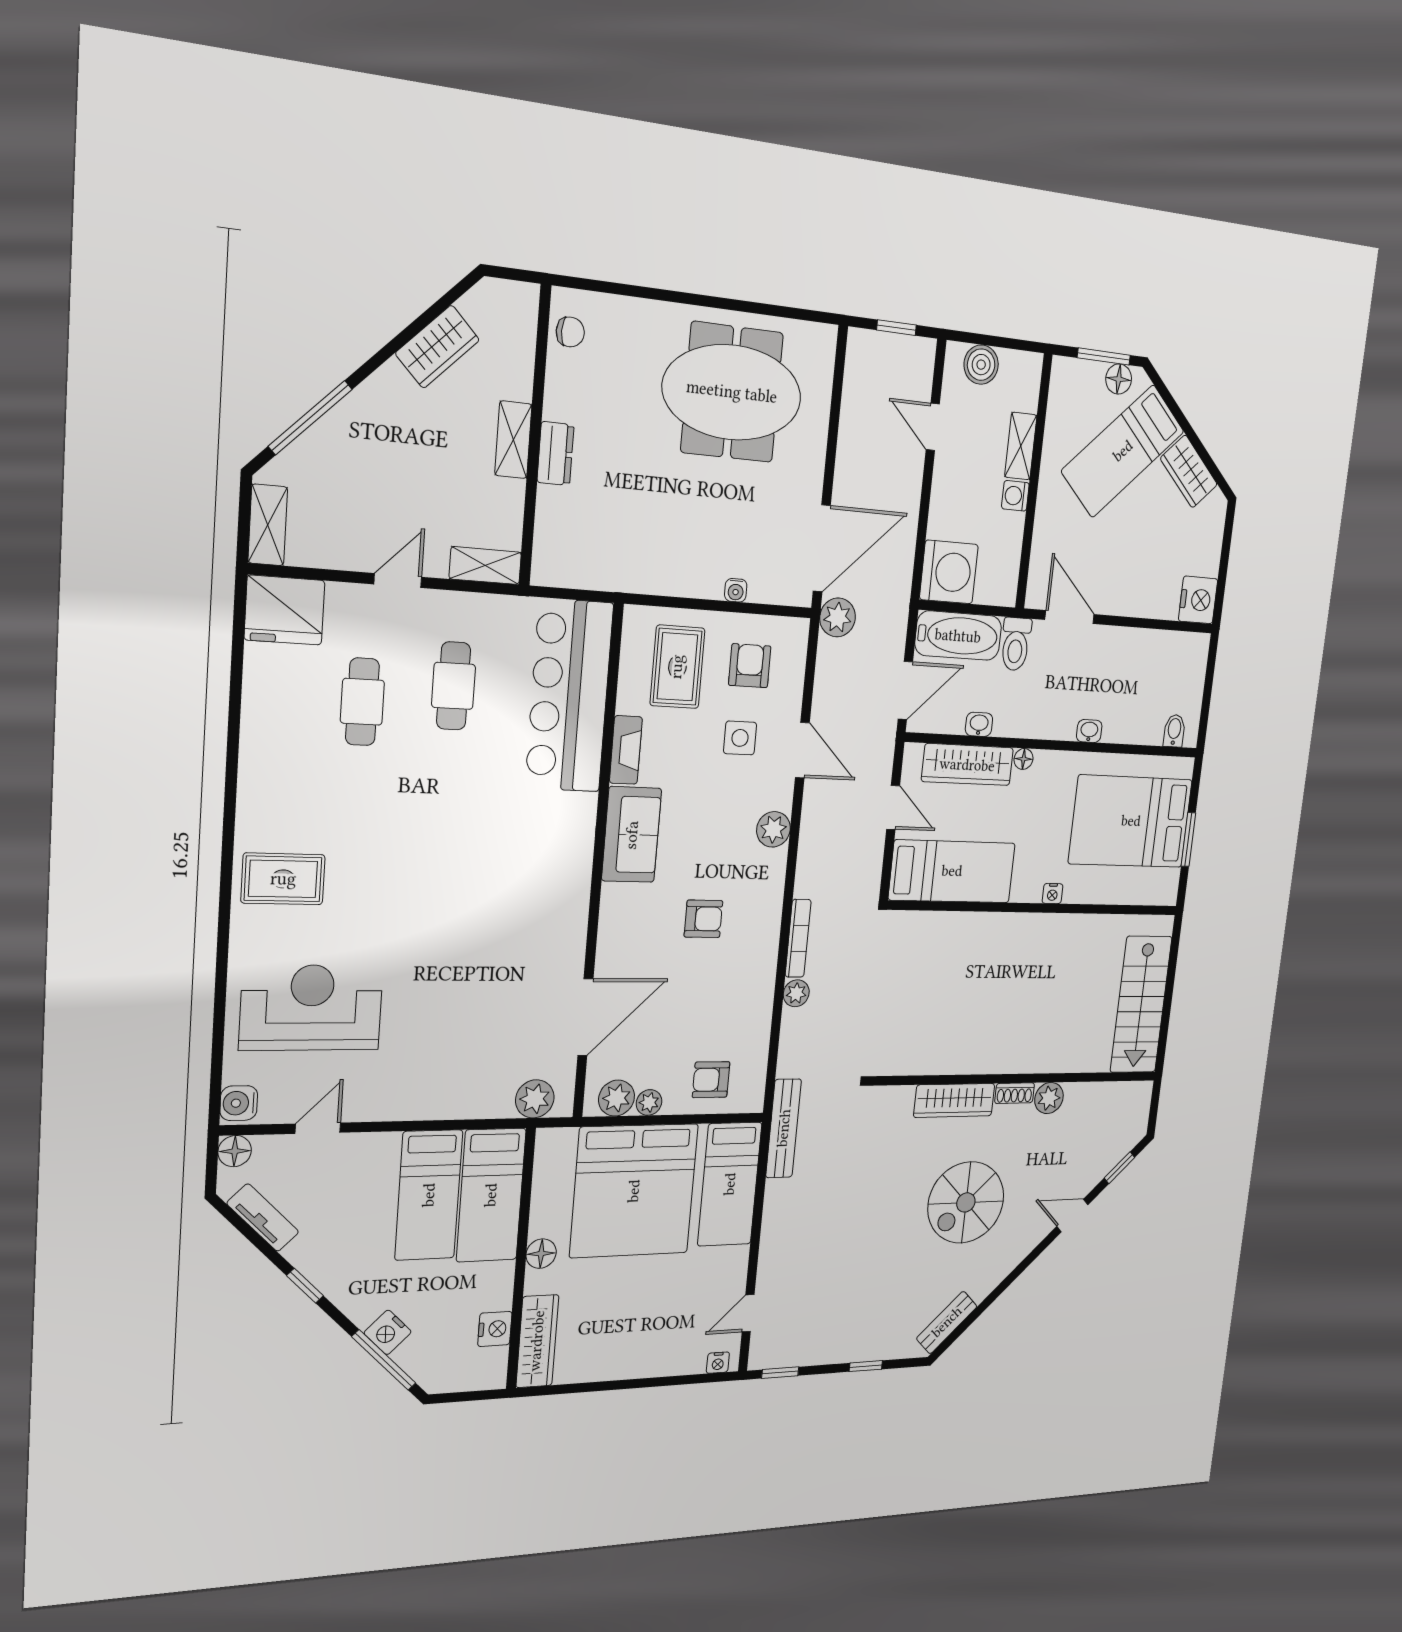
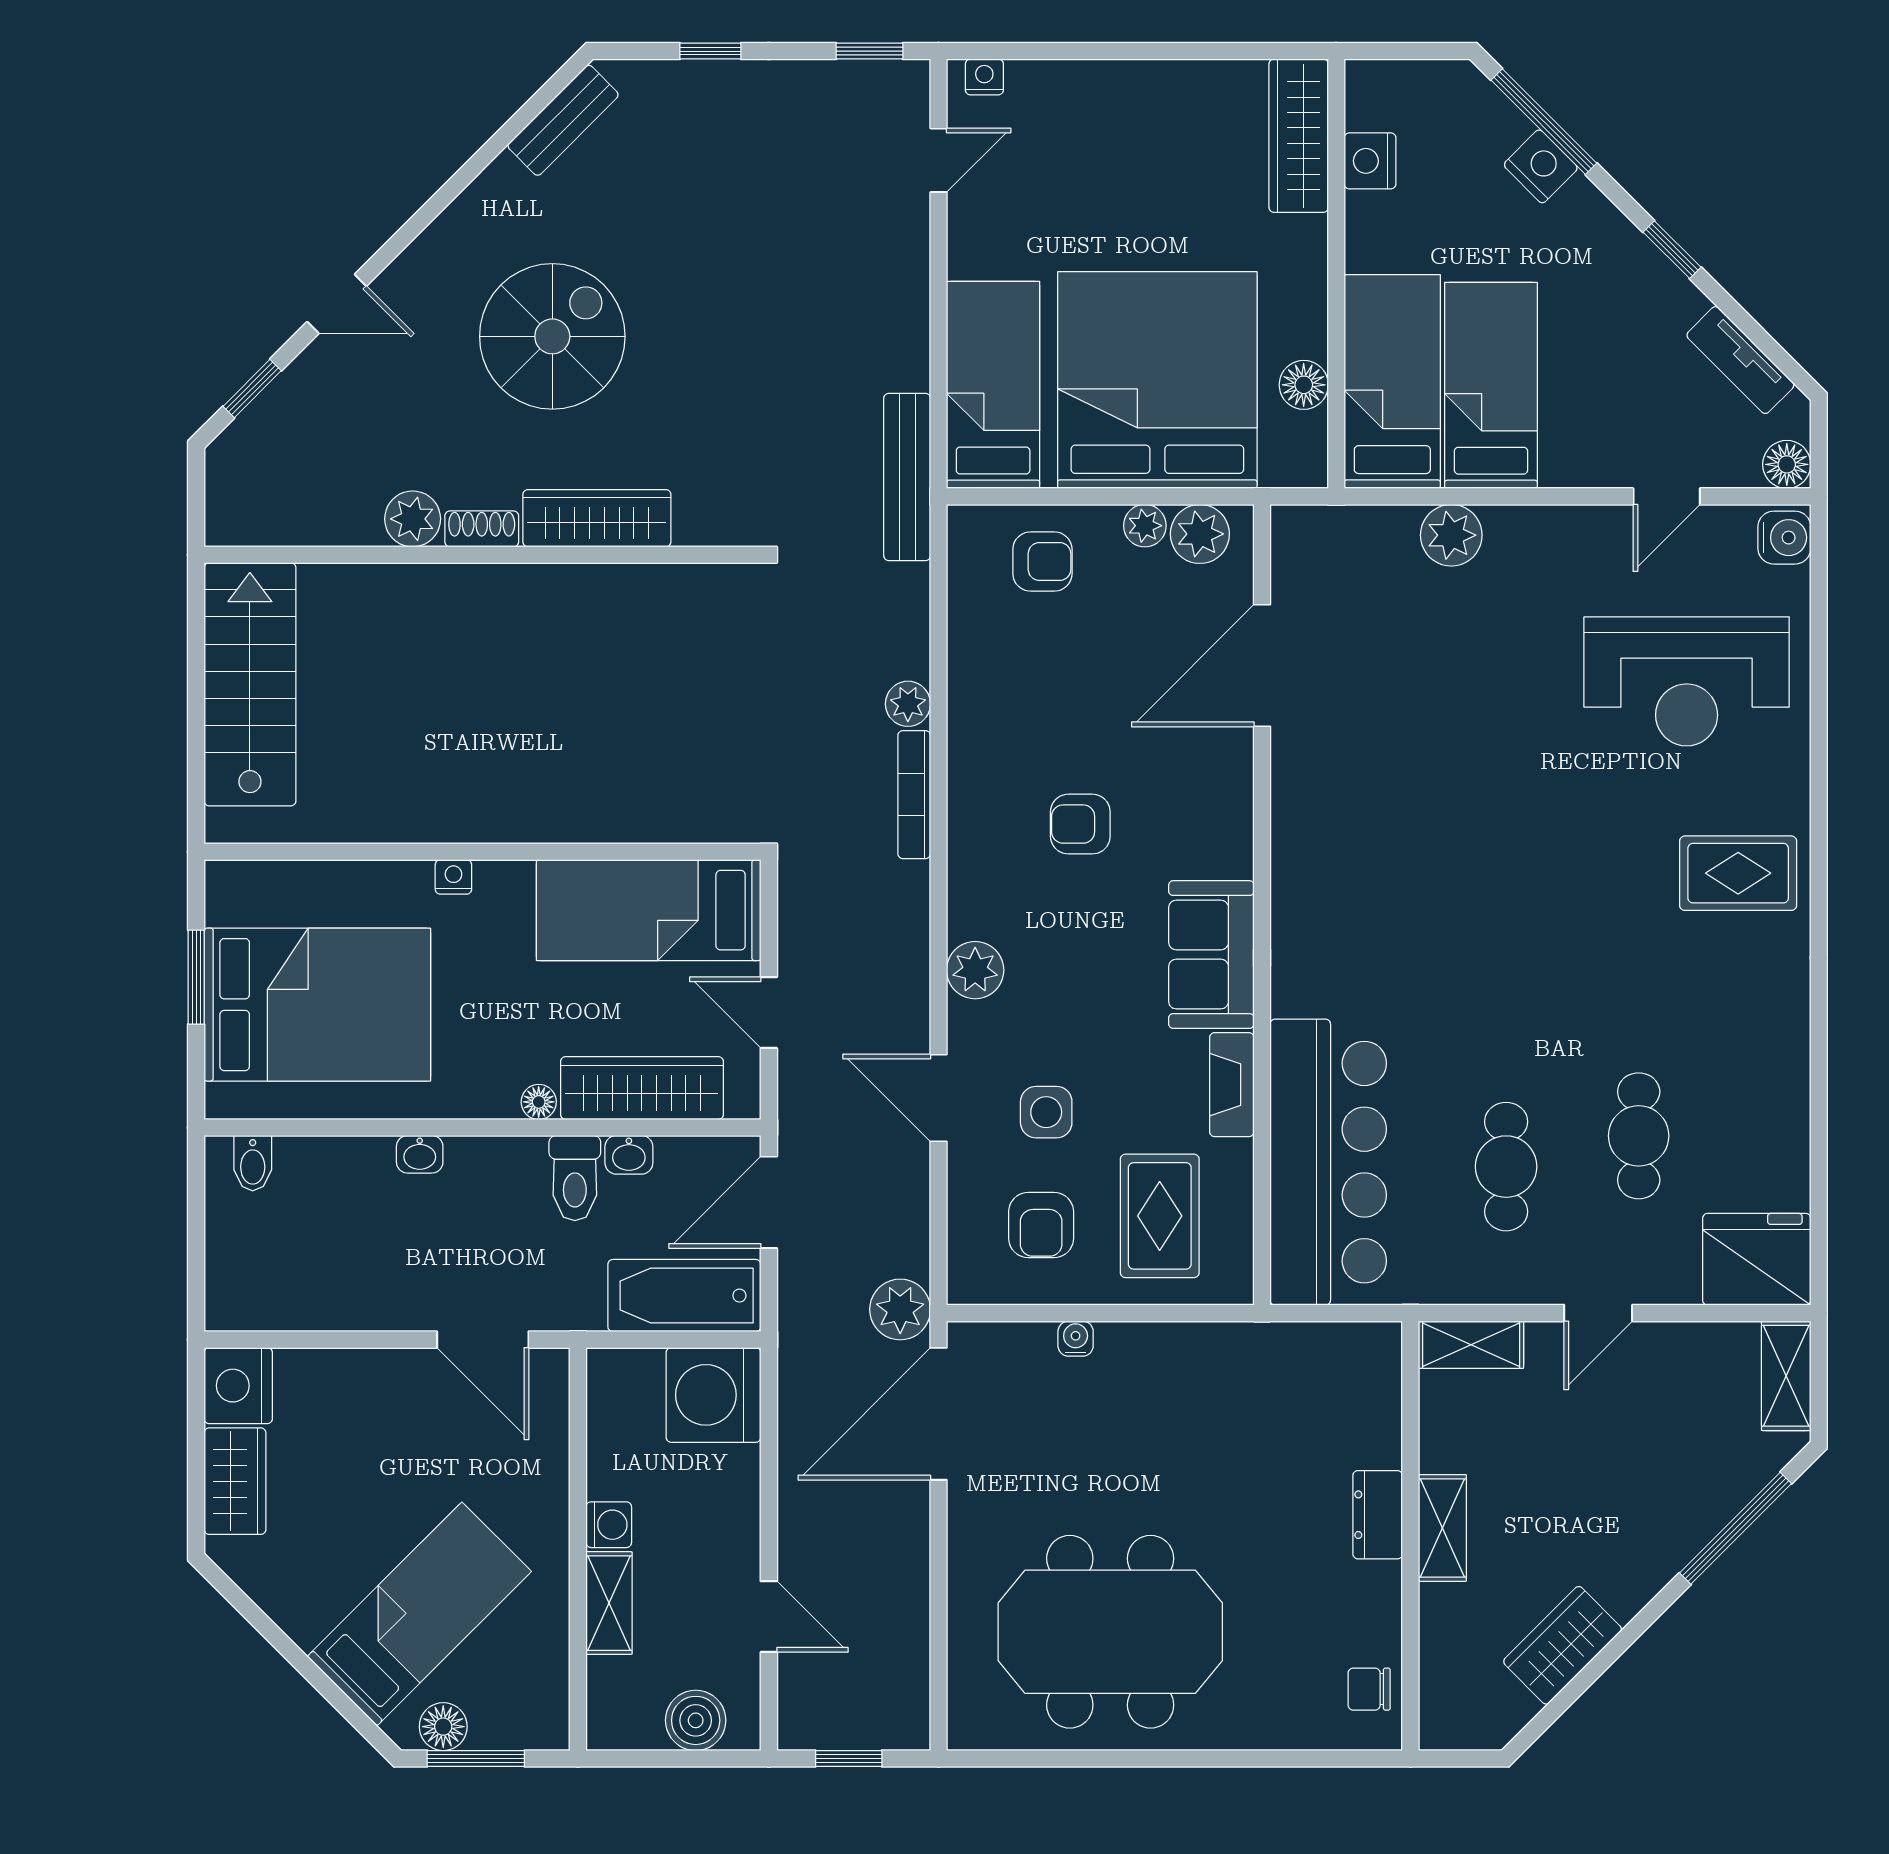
wardrobe: (1189, 471) -> (235, 1481), moved, turned 45
toilet: (1016, 644) -> (575, 1178), moved, turned 180
plant: (535, 1099) -> (1451, 535), moved
floor lamp: (541, 1254) -> (1304, 385), moved

